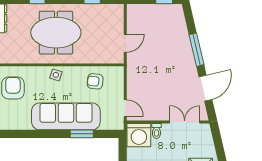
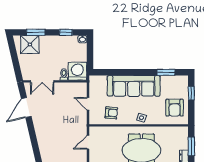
window: (197, 50) -> (33, 137), removed
door: (125, 108) -> (88, 104), moved
window: (82, 134) -> (166, 72), moved

